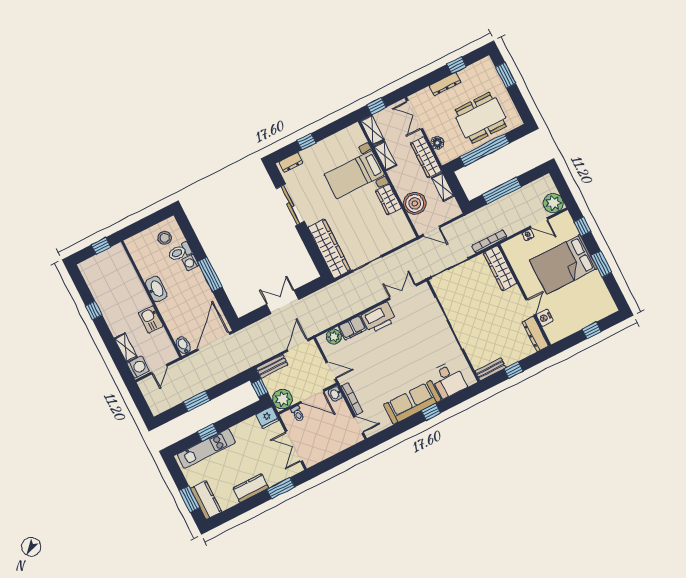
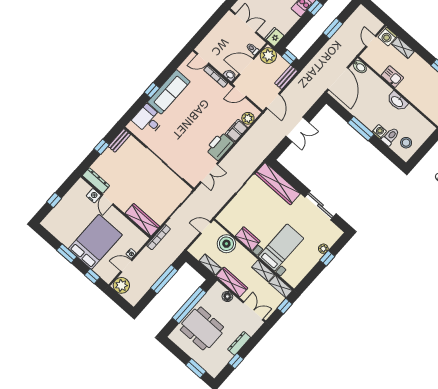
dining table: (481, 118) -> (202, 328), turned 90
plant: (307, 154) -> (323, 249), added
dresser: (291, 162) -> (333, 238), removed

